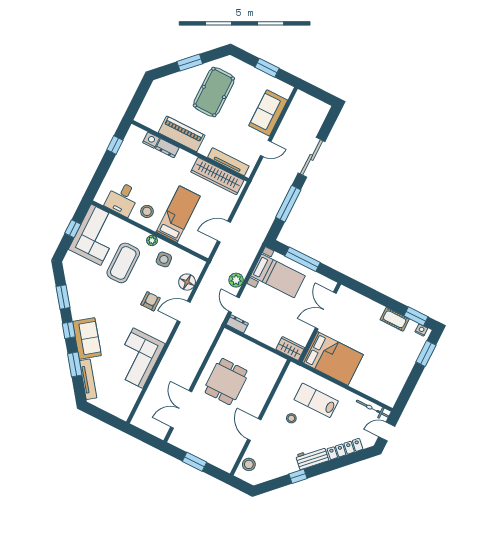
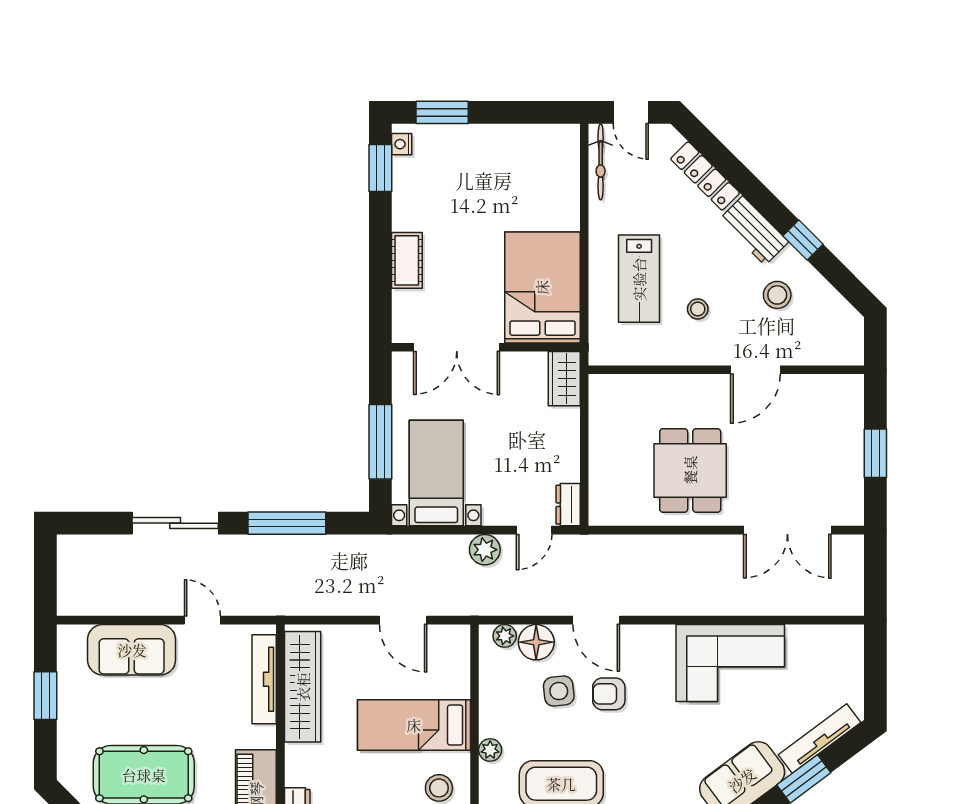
side table: (164, 259) -> (559, 691), moved
plant: (196, 270) -> (505, 636), added
cot: (395, 319) -> (407, 260), moved
dining table: (226, 382) -> (690, 470), turned 90
stool: (249, 464) -> (777, 295), moved

